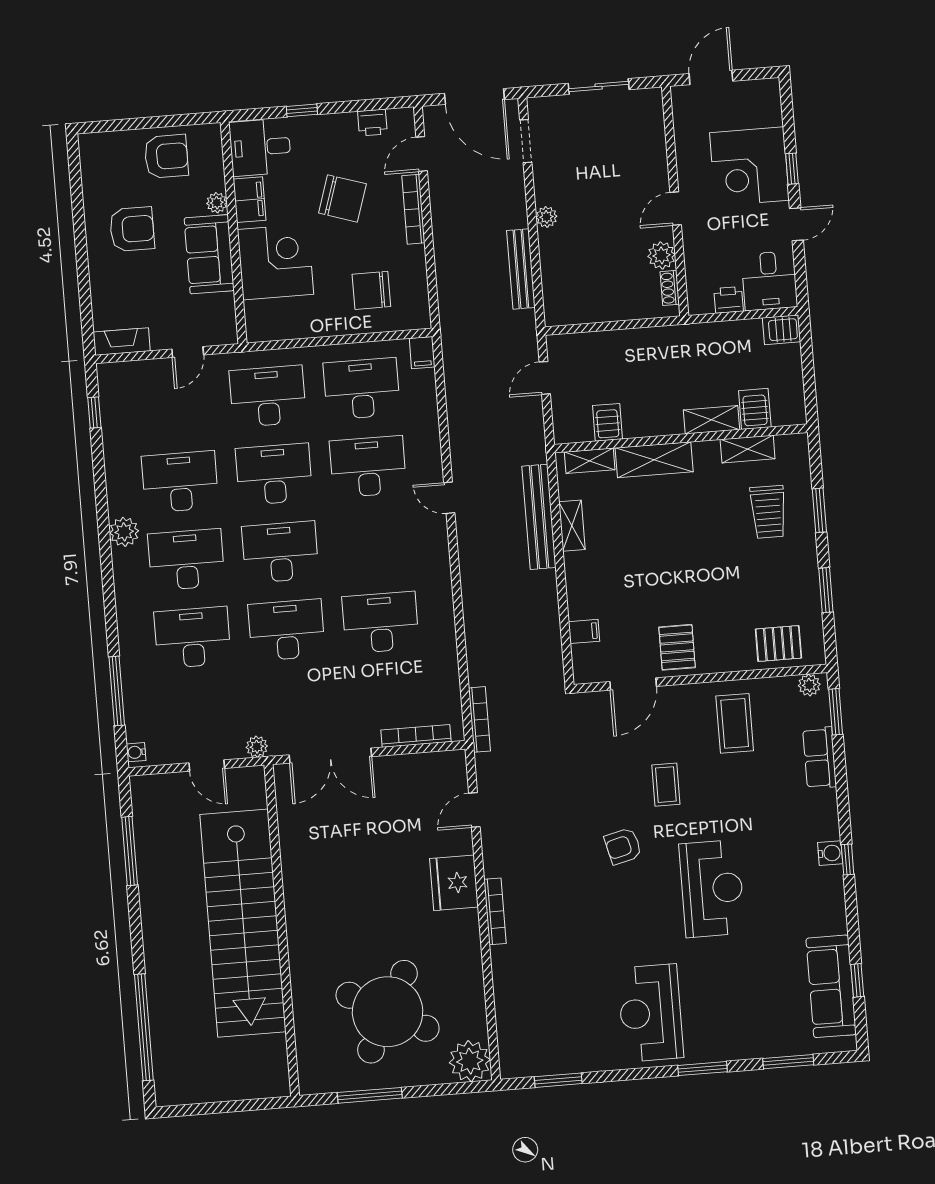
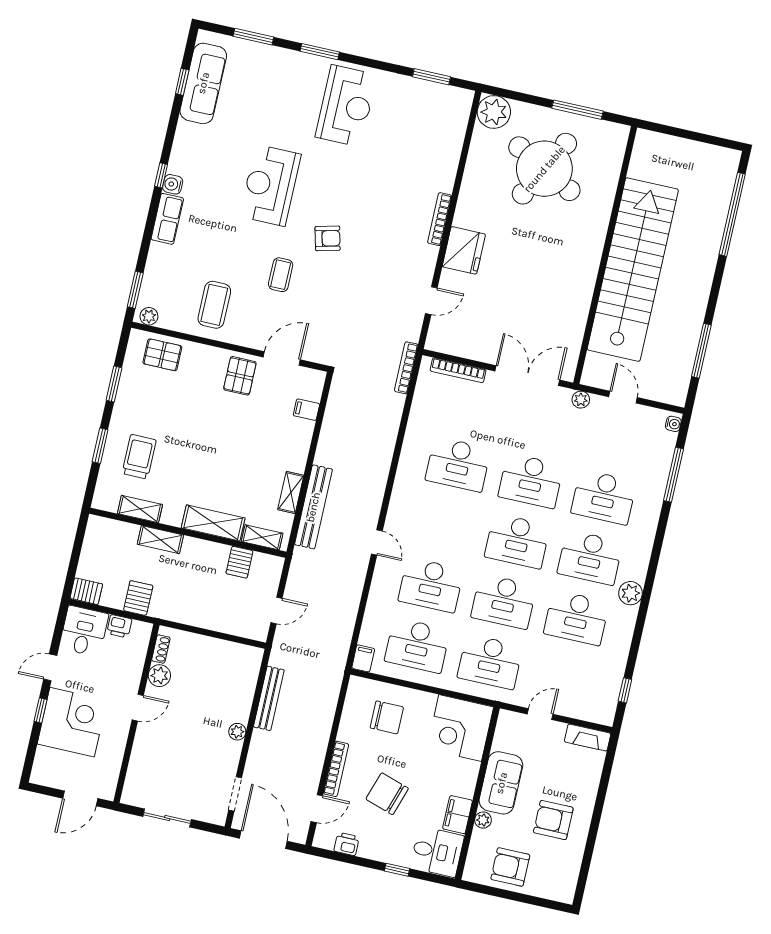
corner desk: (275, 262) -> (460, 728), moved
server rack: (755, 409) -> (138, 598), moved, turned 180
row of seats: (820, 758) -> (167, 219), moved

